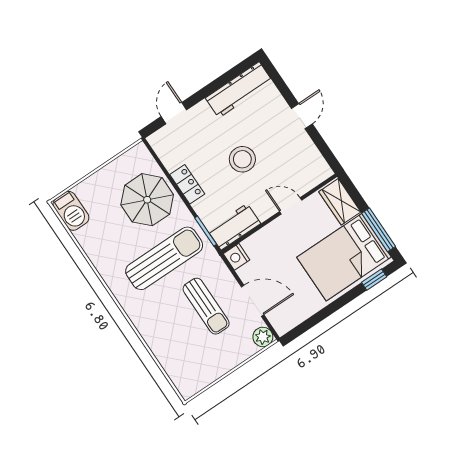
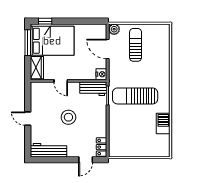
door: (302, 116) -> (28, 119), hinge flipped
locker: (187, 184) -> (101, 147), moved
parasol: (147, 200) -> (125, 128), removed
barbecue: (71, 211) -> (163, 123), moved
sun lounger: (206, 306) -> (136, 45), moved

